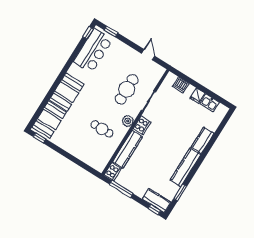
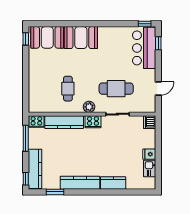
bar counter: (93, 51) -> (144, 48), moved, turned 90
dishwasher: (181, 85) -> (150, 122), moved
kitchen counter: (156, 200) -> (35, 169), width x1.50

